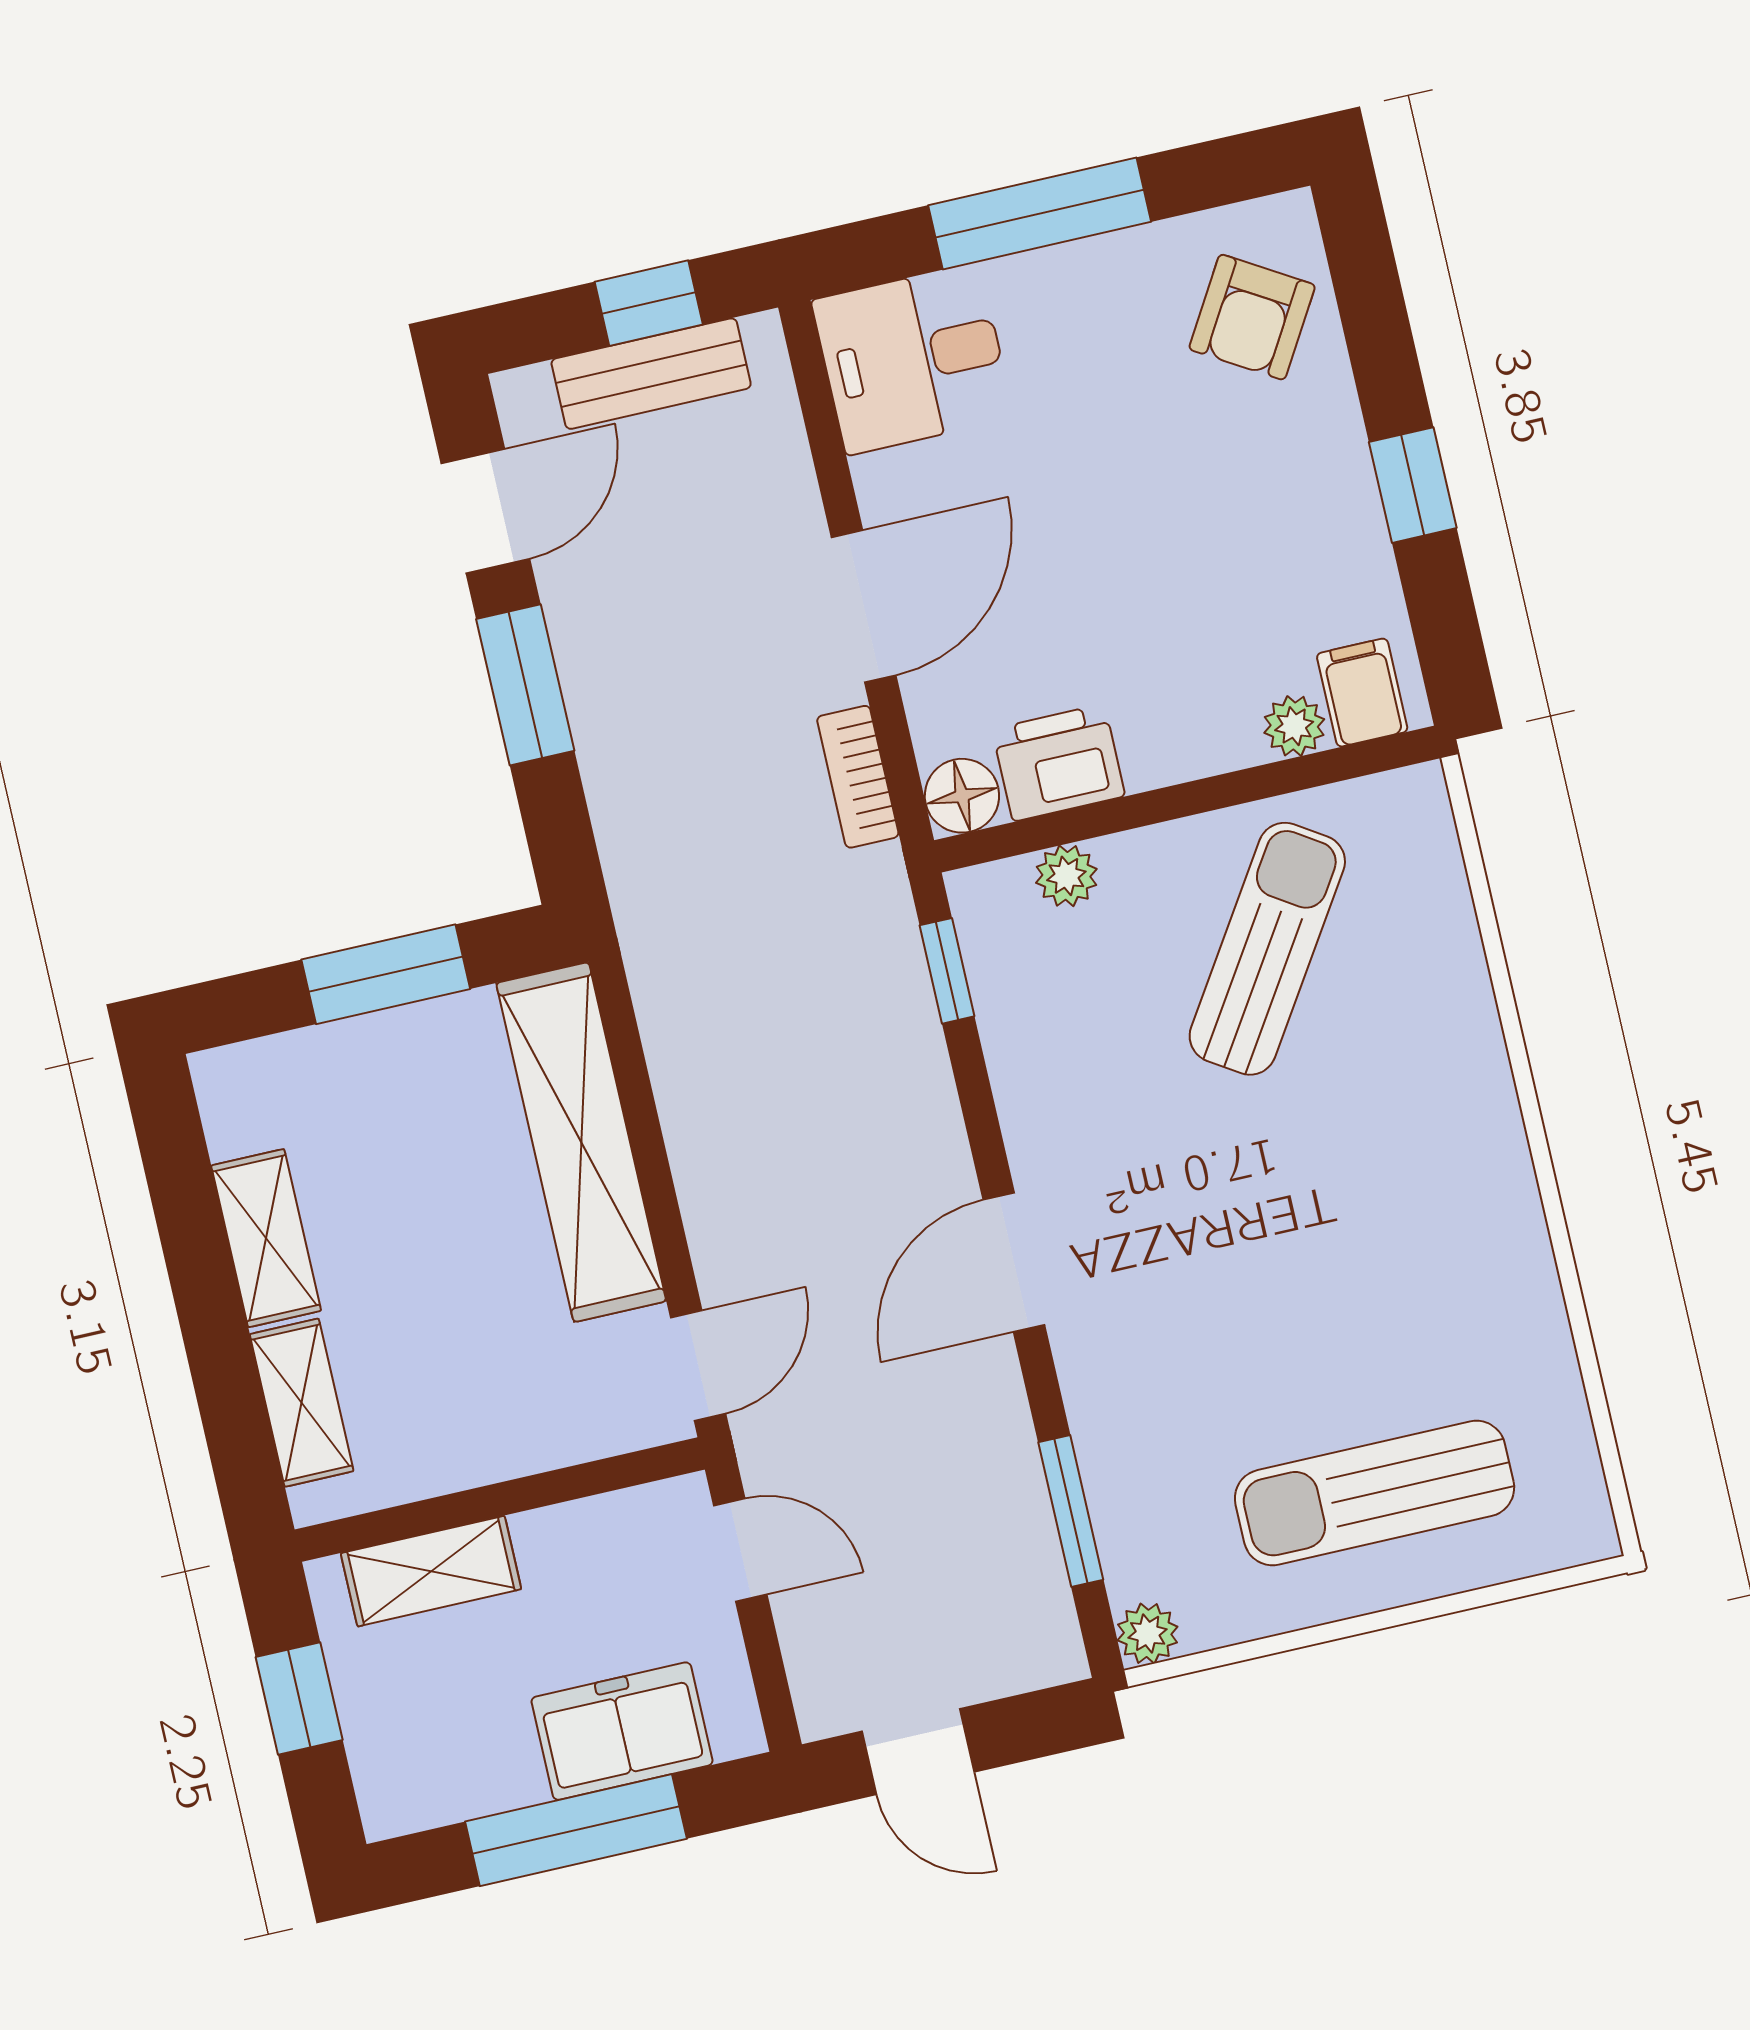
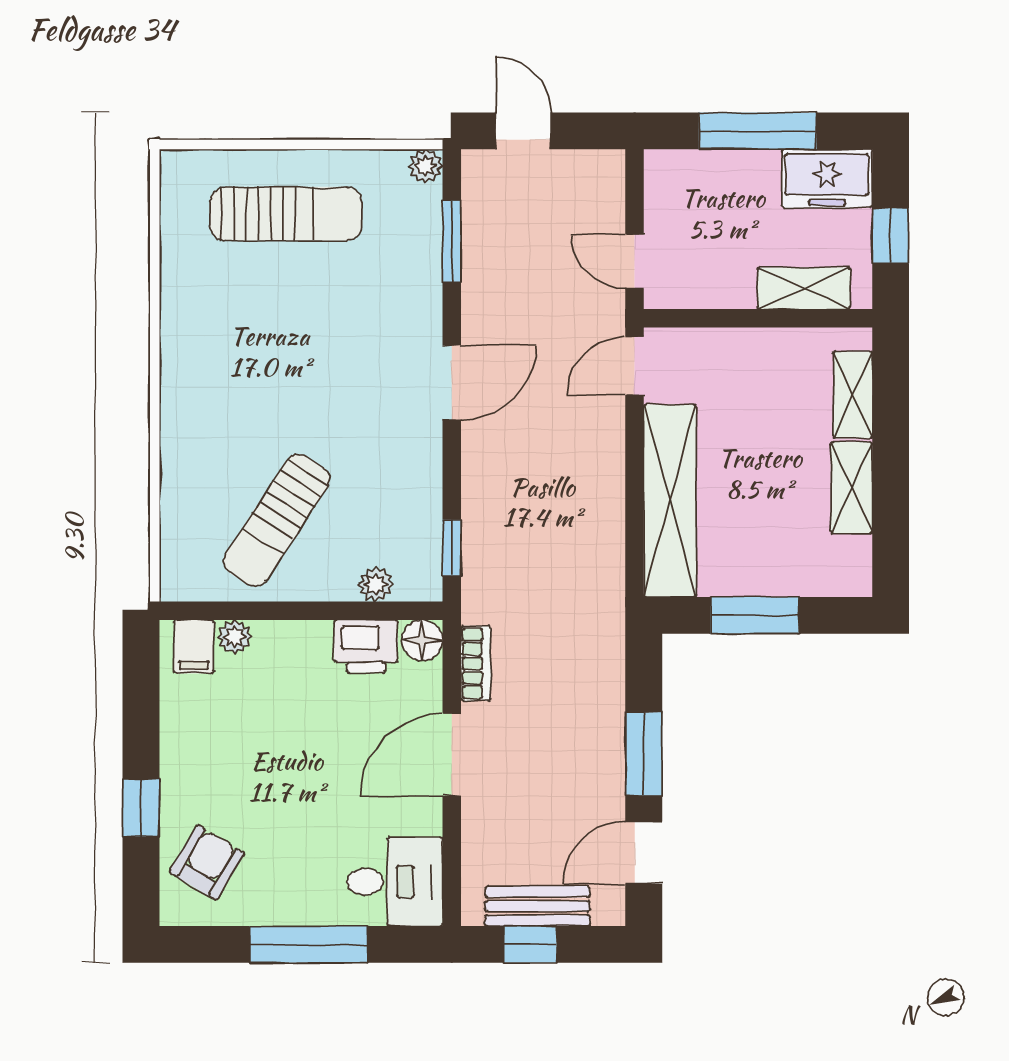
window: (1413, 485) -> (141, 808), moved
freezer: (622, 1731) -> (827, 178), moved
door: (918, 1752) -> (523, 131), moved

